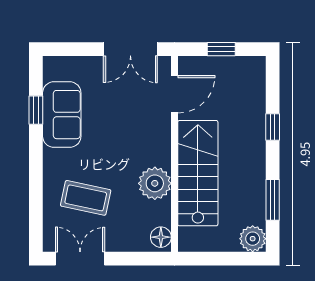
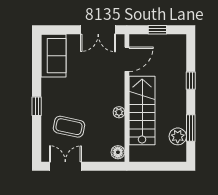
window: (36, 110) -> (37, 106), moved
sofa: (62, 115) -> (53, 56), moved
plant: (155, 183) -> (119, 112), width x0.53, depth x0.53
plant: (253, 239) -> (178, 136), moved

